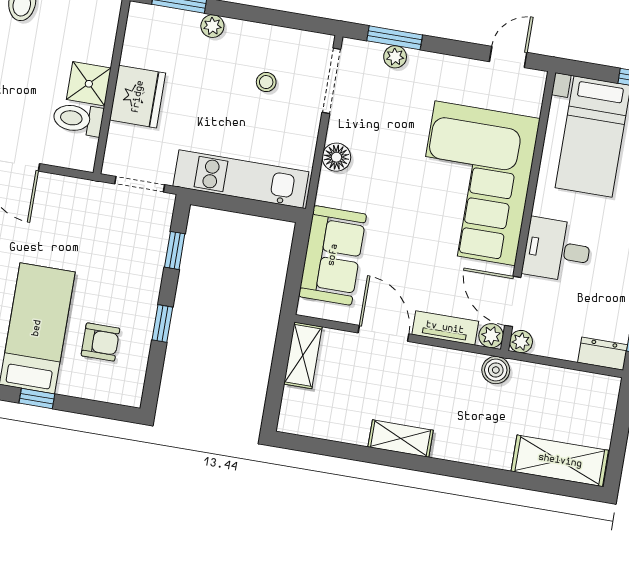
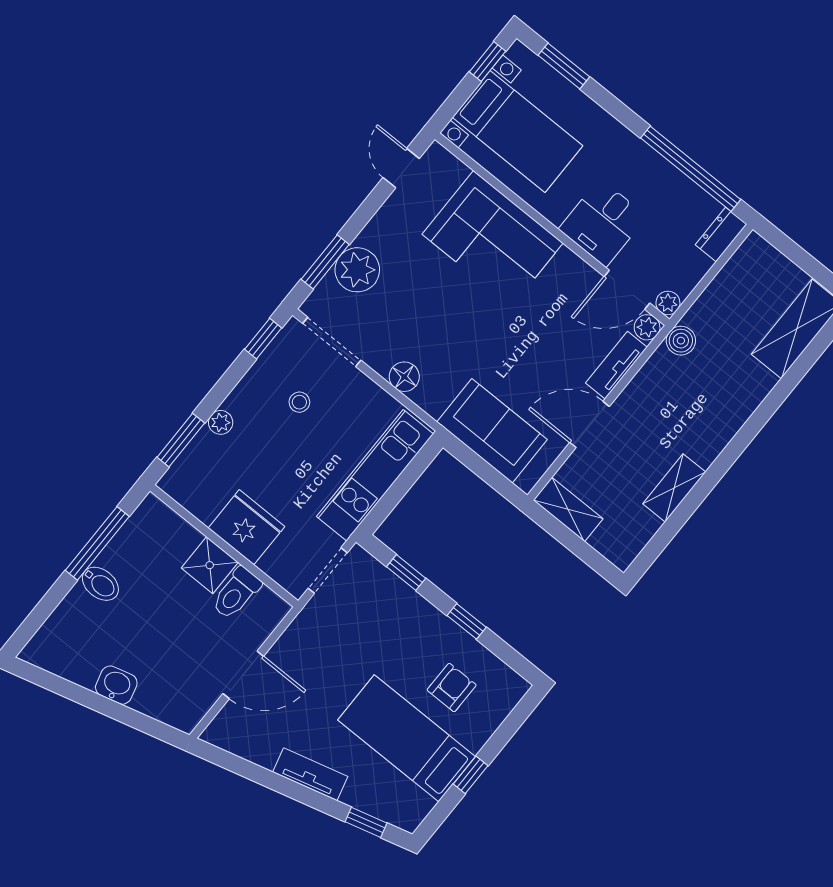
window: (302, 22) -> (263, 339), added
plant: (395, 57) -> (357, 270), width x1.88, depth x1.88
corner sofa: (475, 183) -> (493, 239), width x0.73, depth x0.74
shelving: (401, 439) -> (674, 488), moved

